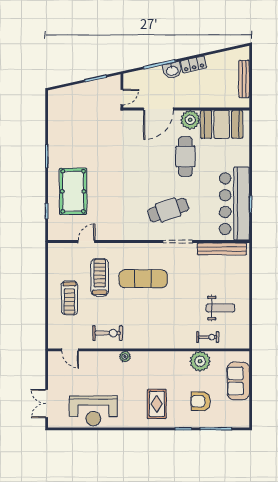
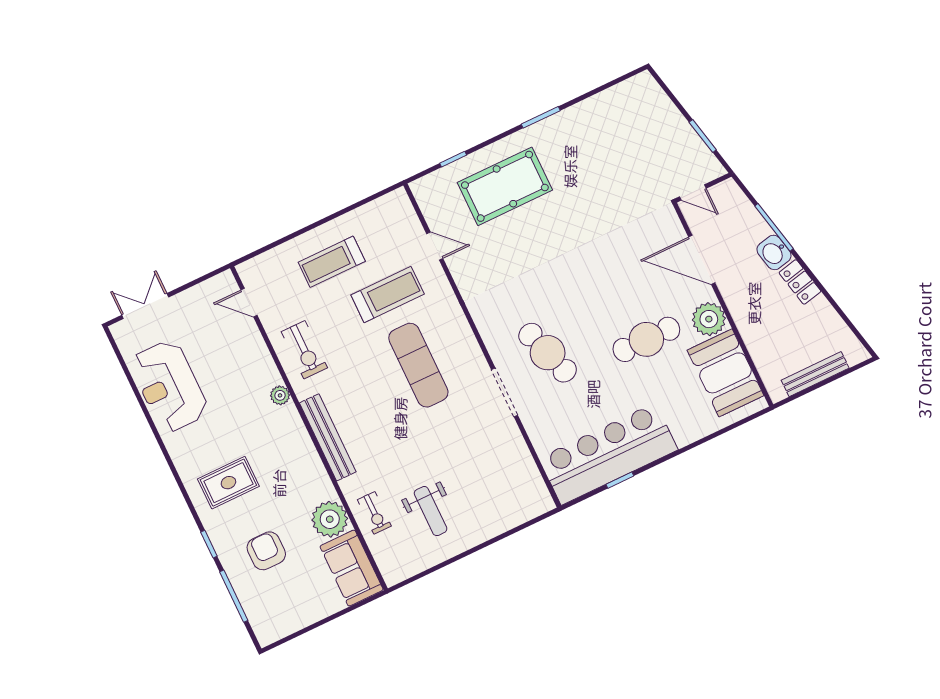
bench: (222, 249) -> (328, 437), moved
door: (70, 350) -> (249, 303), hinge flipped
sofa: (238, 381) -> (352, 568), moved, turned -90

